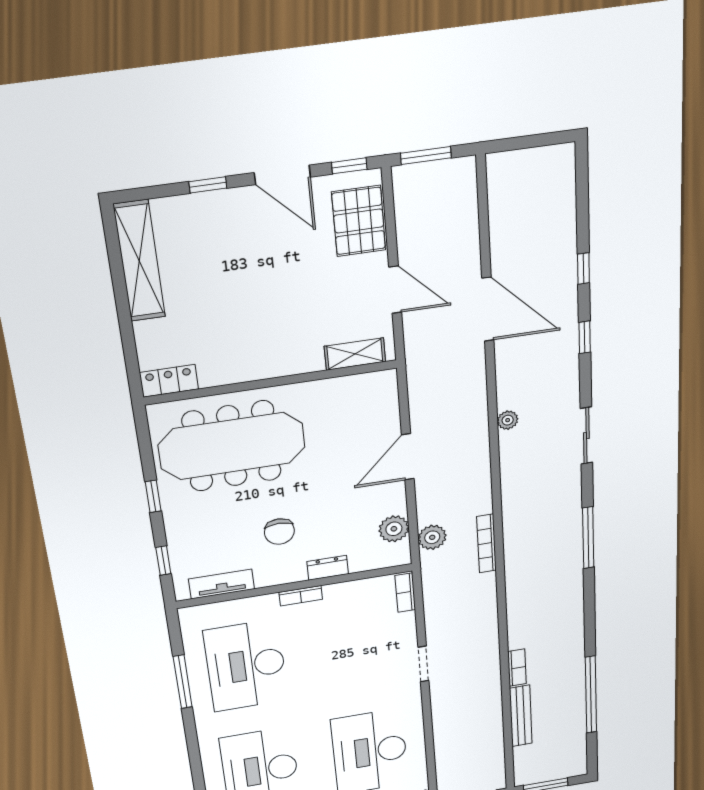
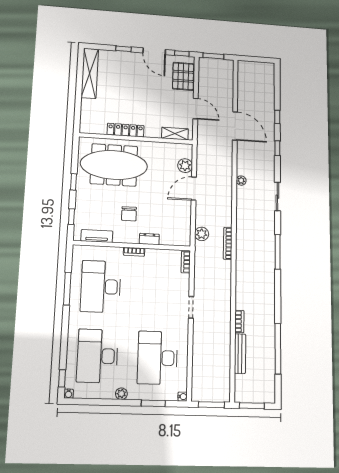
locker: (169, 381) -> (126, 130), moved, width x1.53
plant: (394, 529) -> (185, 166), moved

